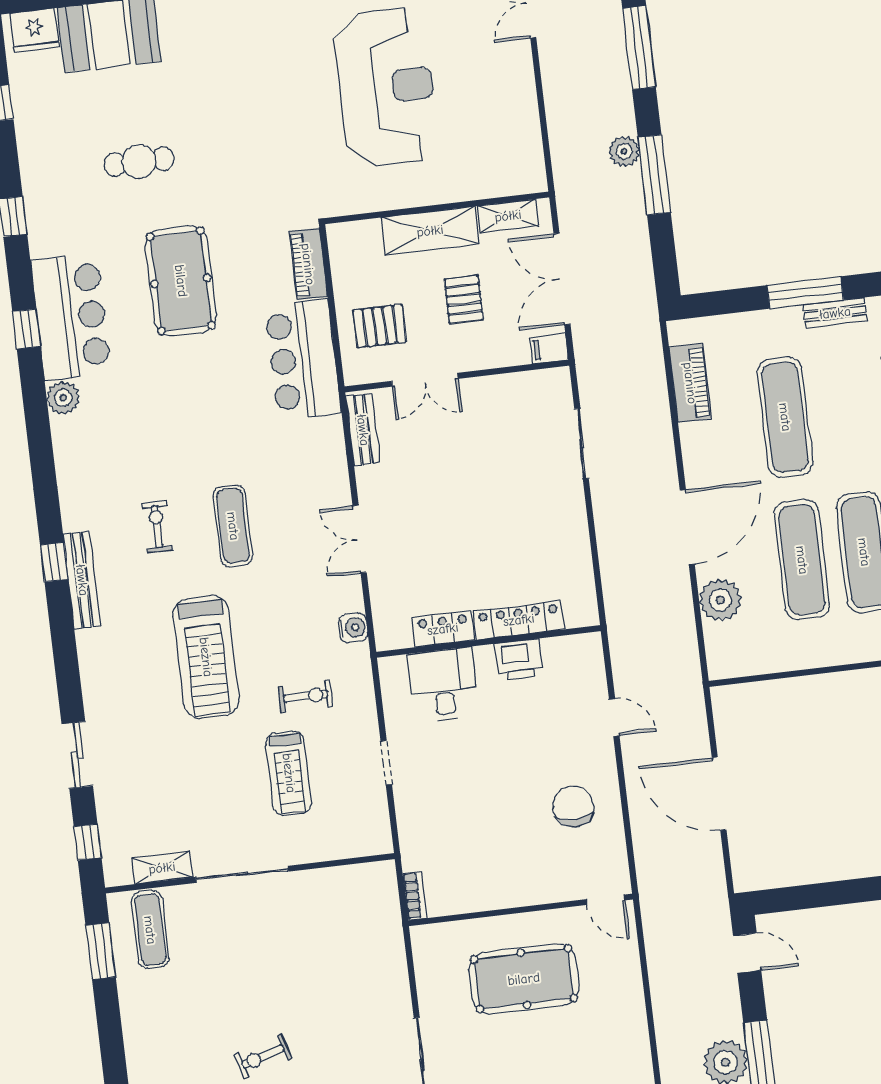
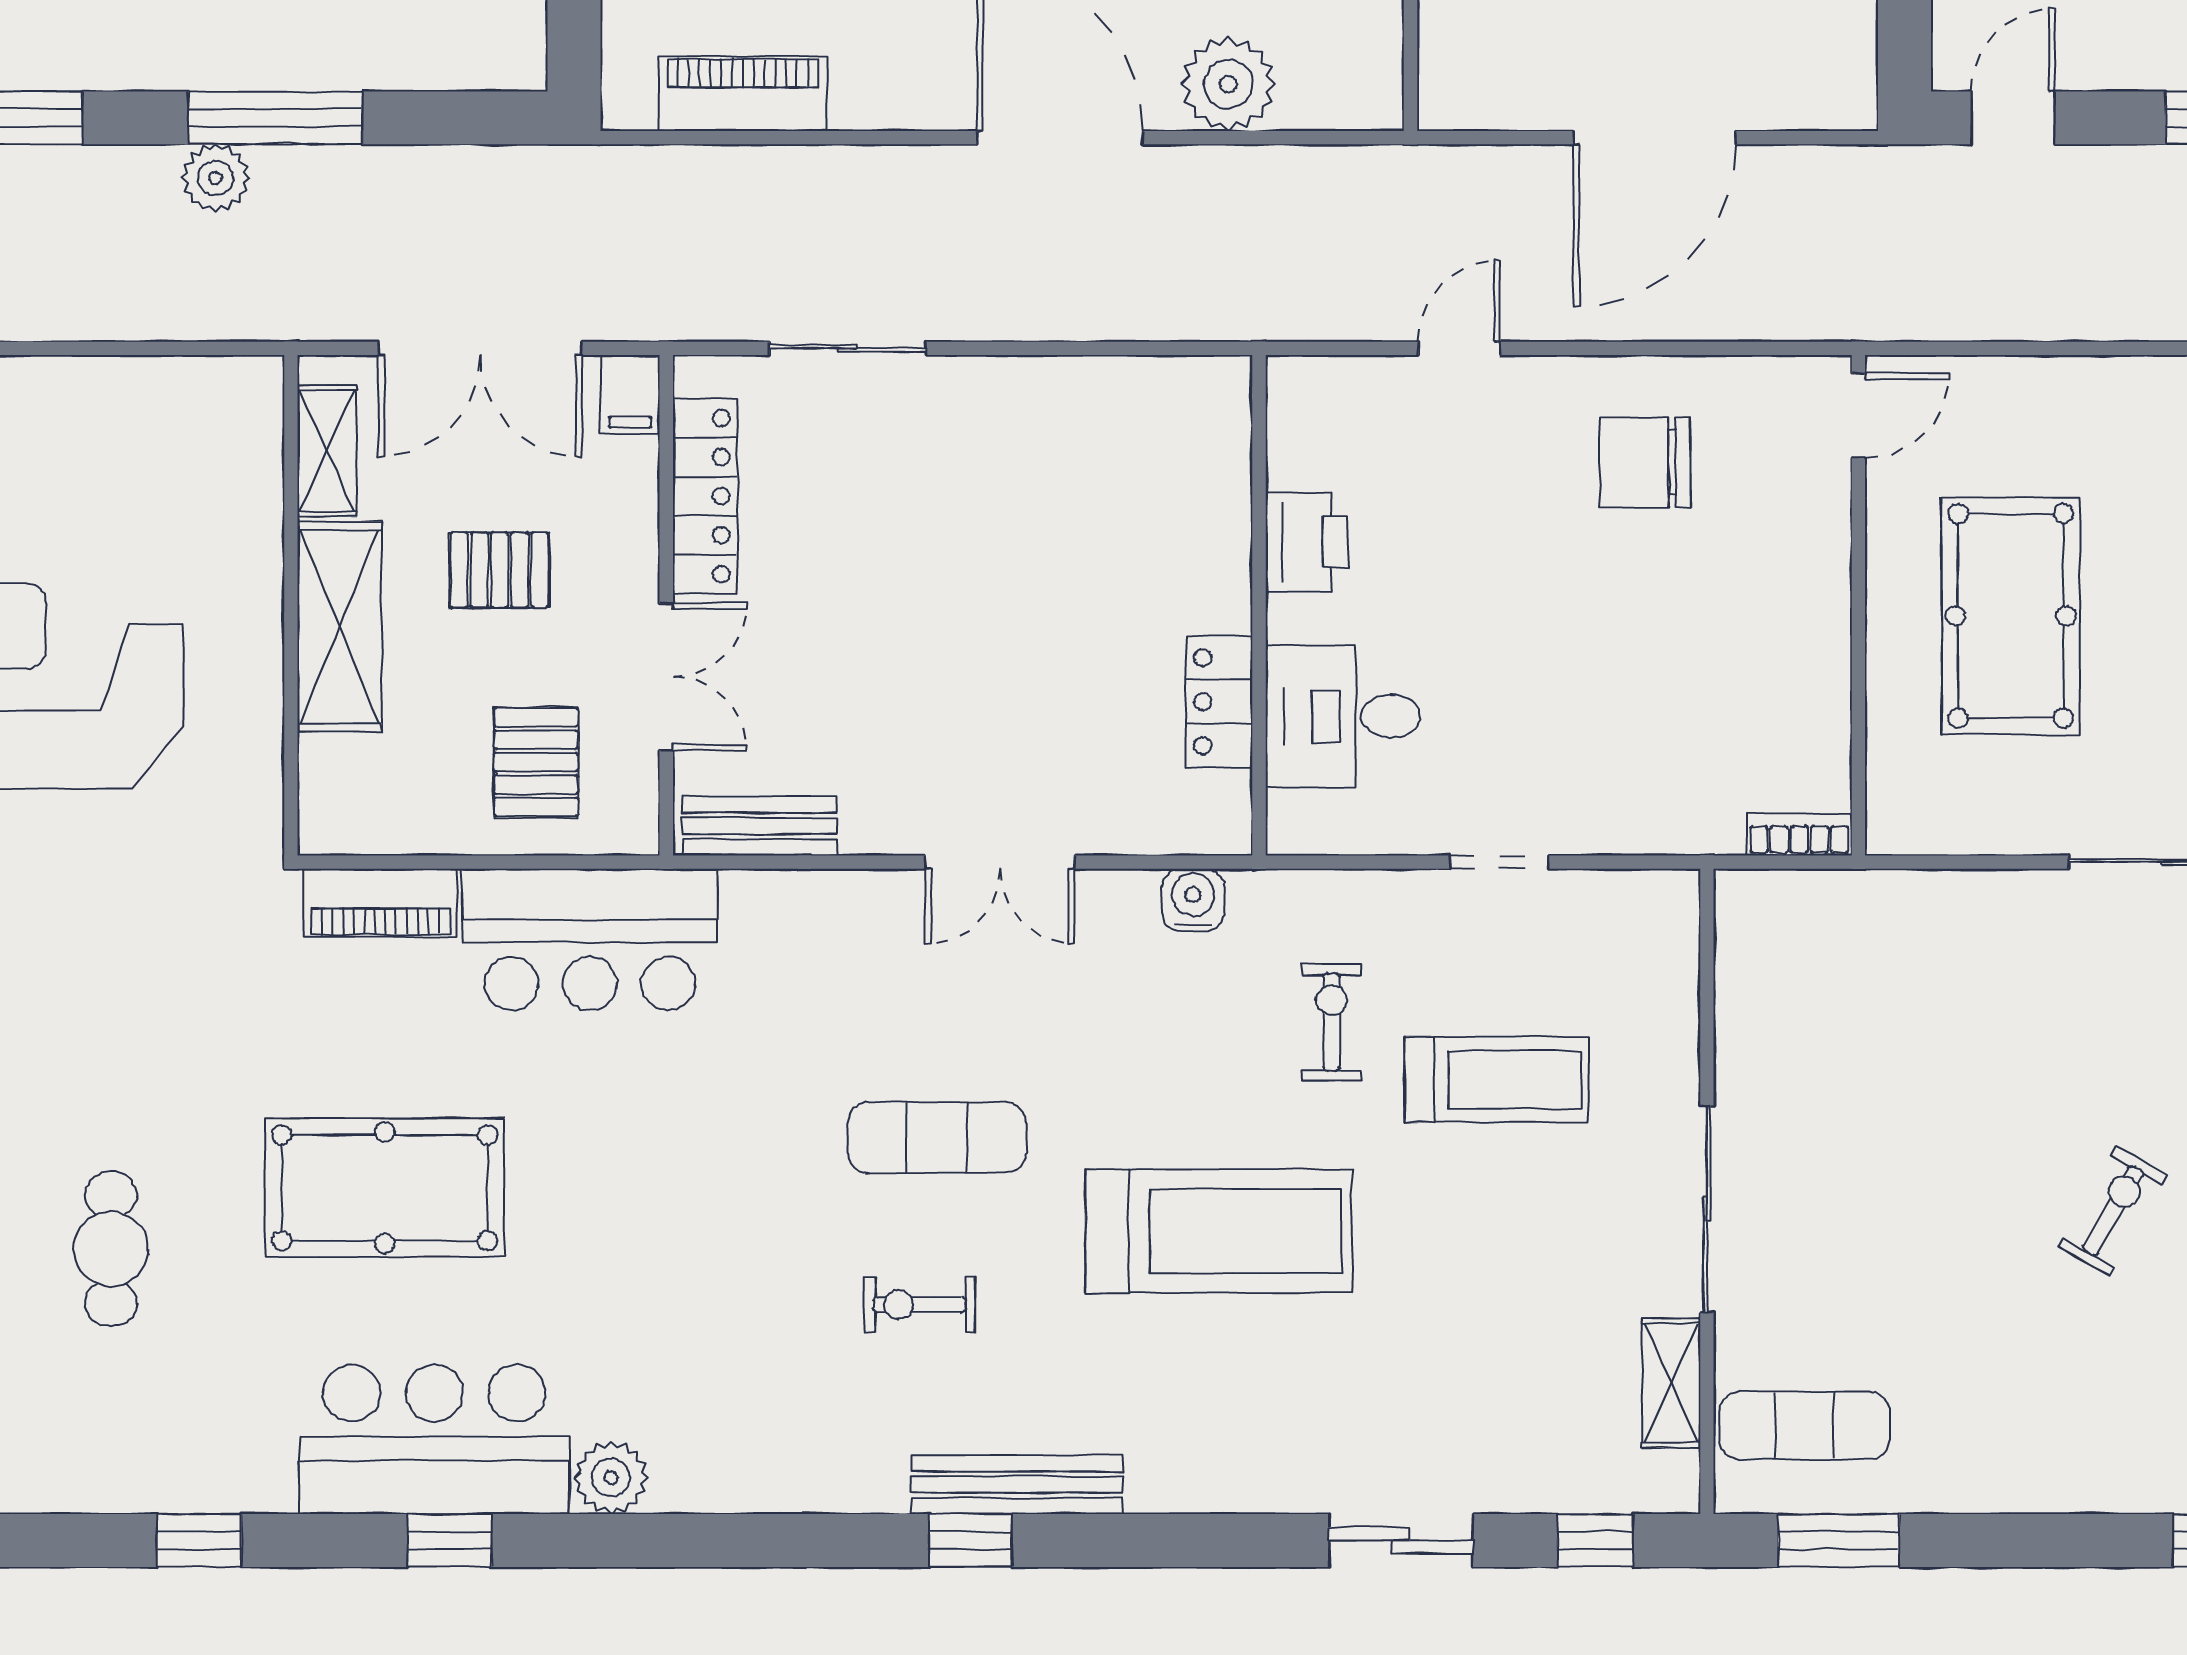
locker: (519, 620) -> (705, 496), moved, turned 180
exercise bike: (263, 1056) -> (2113, 1211), turned -133

